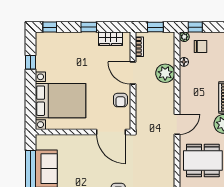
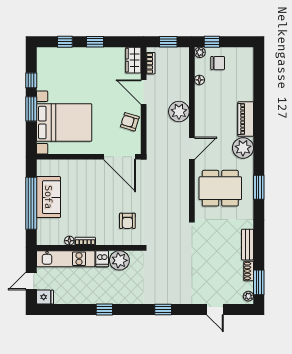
window: (50, 27) -> (65, 42), moved
wardrobe: (111, 39) -> (133, 60), moved, turned 90
plant: (165, 73) -> (179, 112), moved
window: (31, 88) -> (31, 109), added
armchair: (120, 100) -> (130, 122), turned 107

